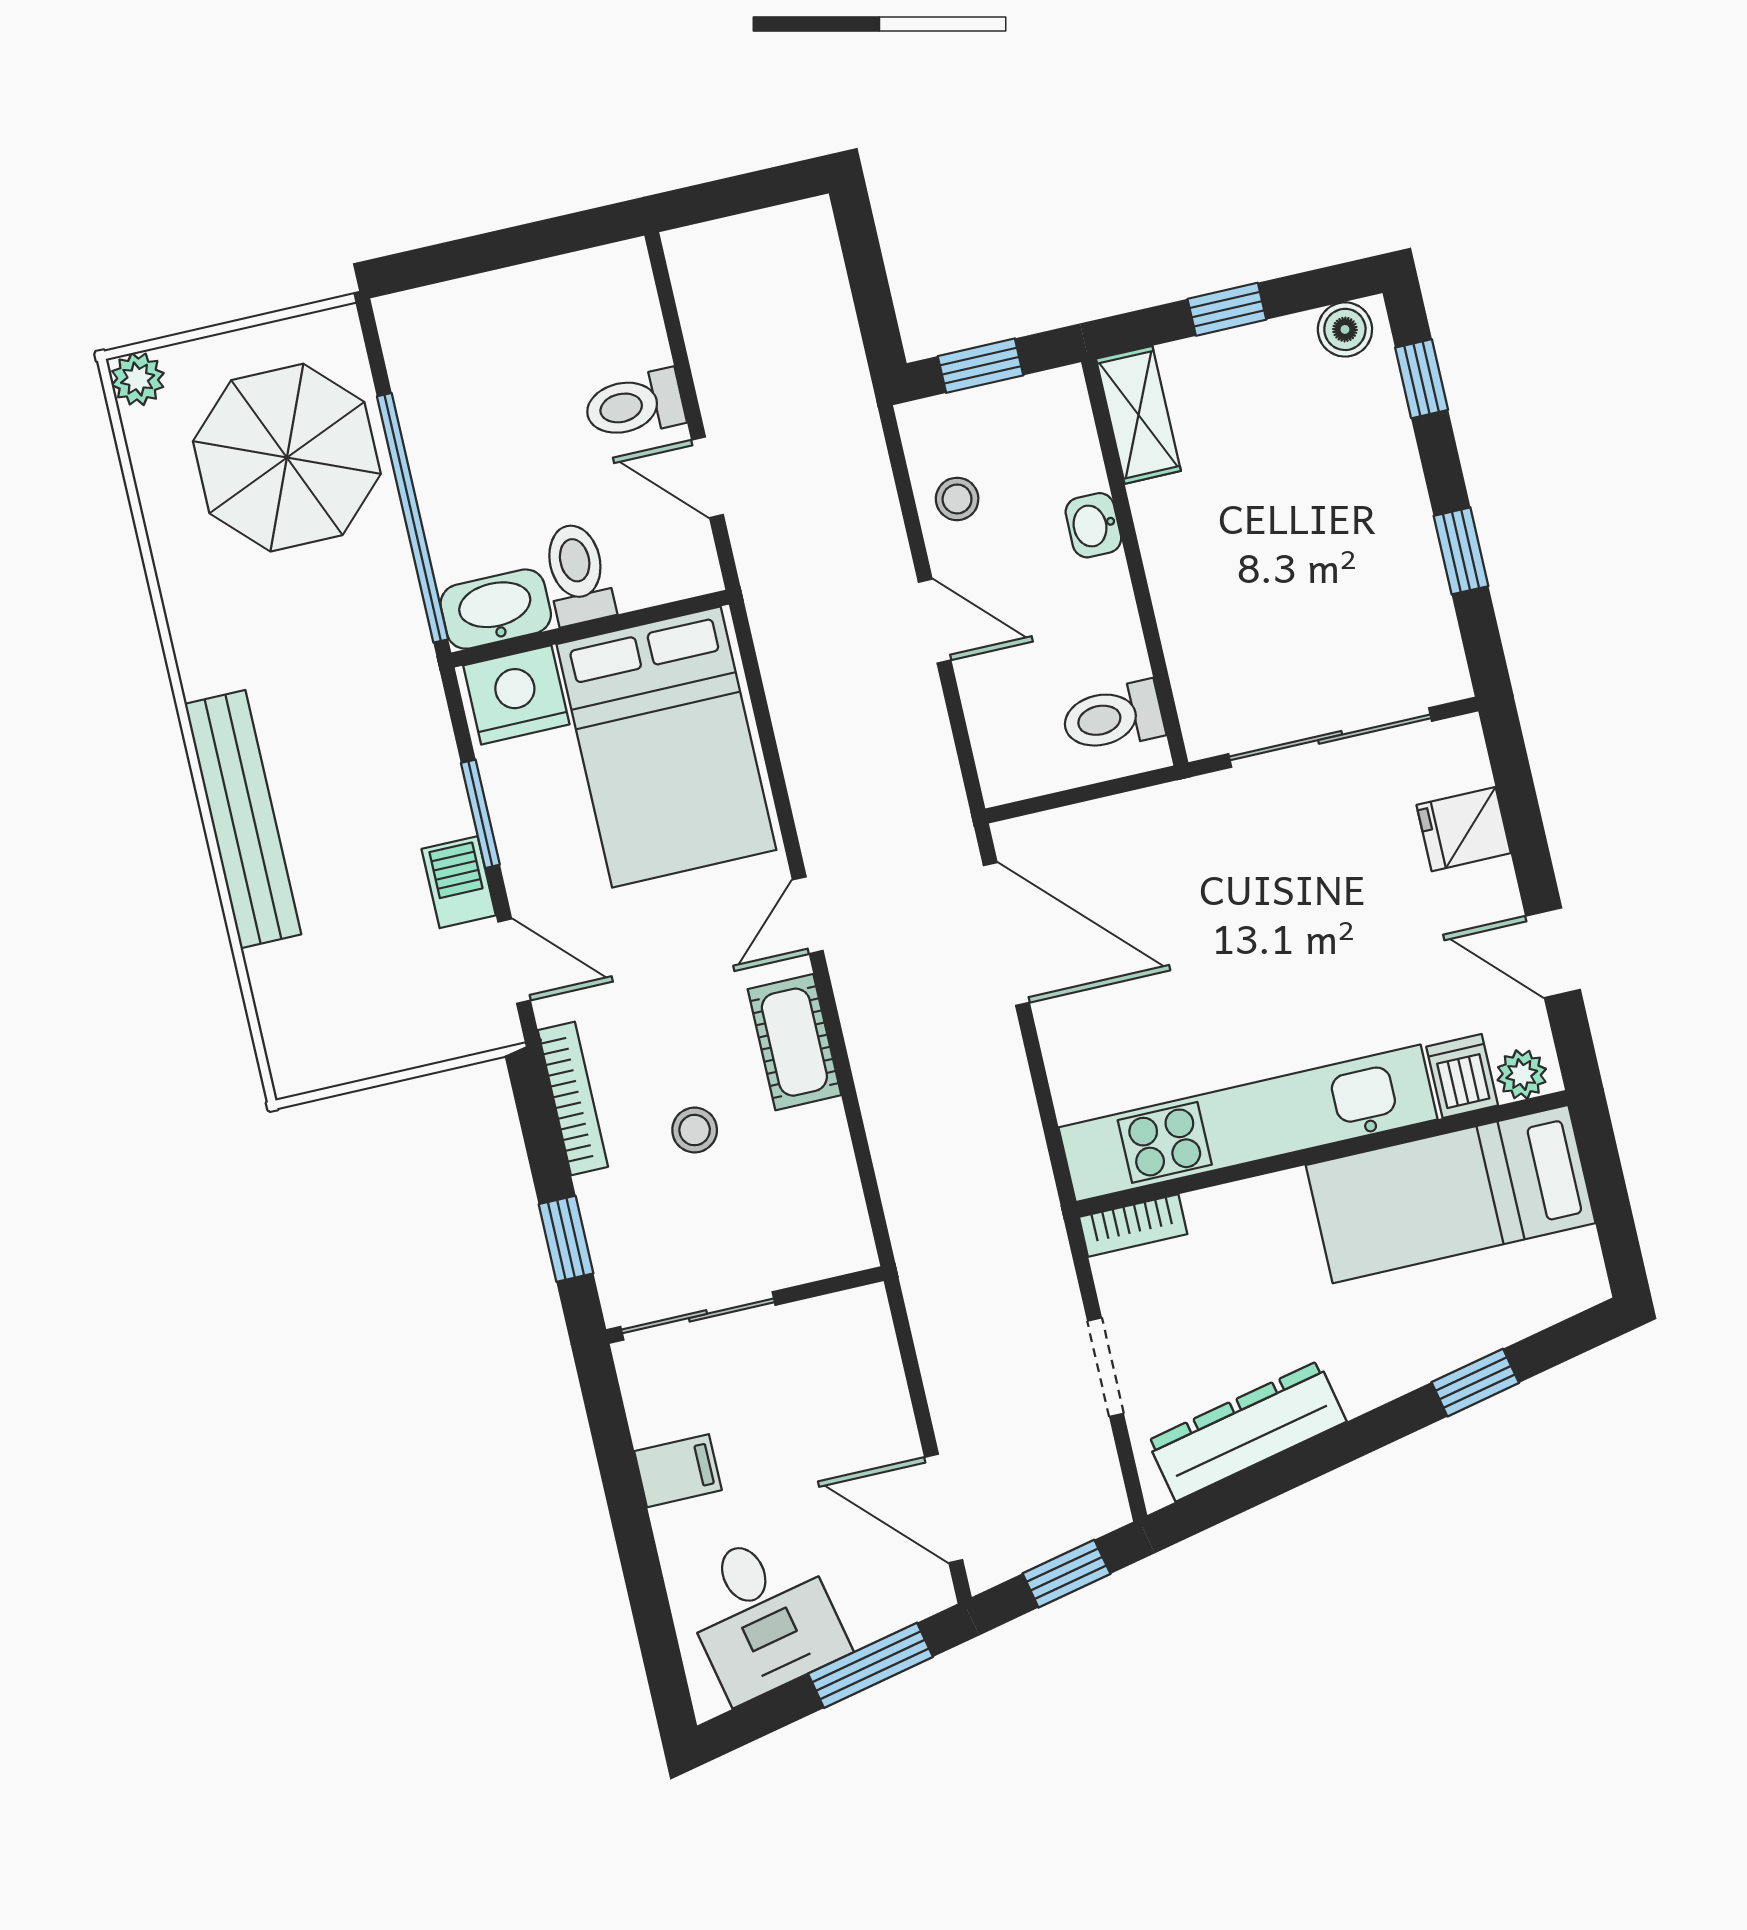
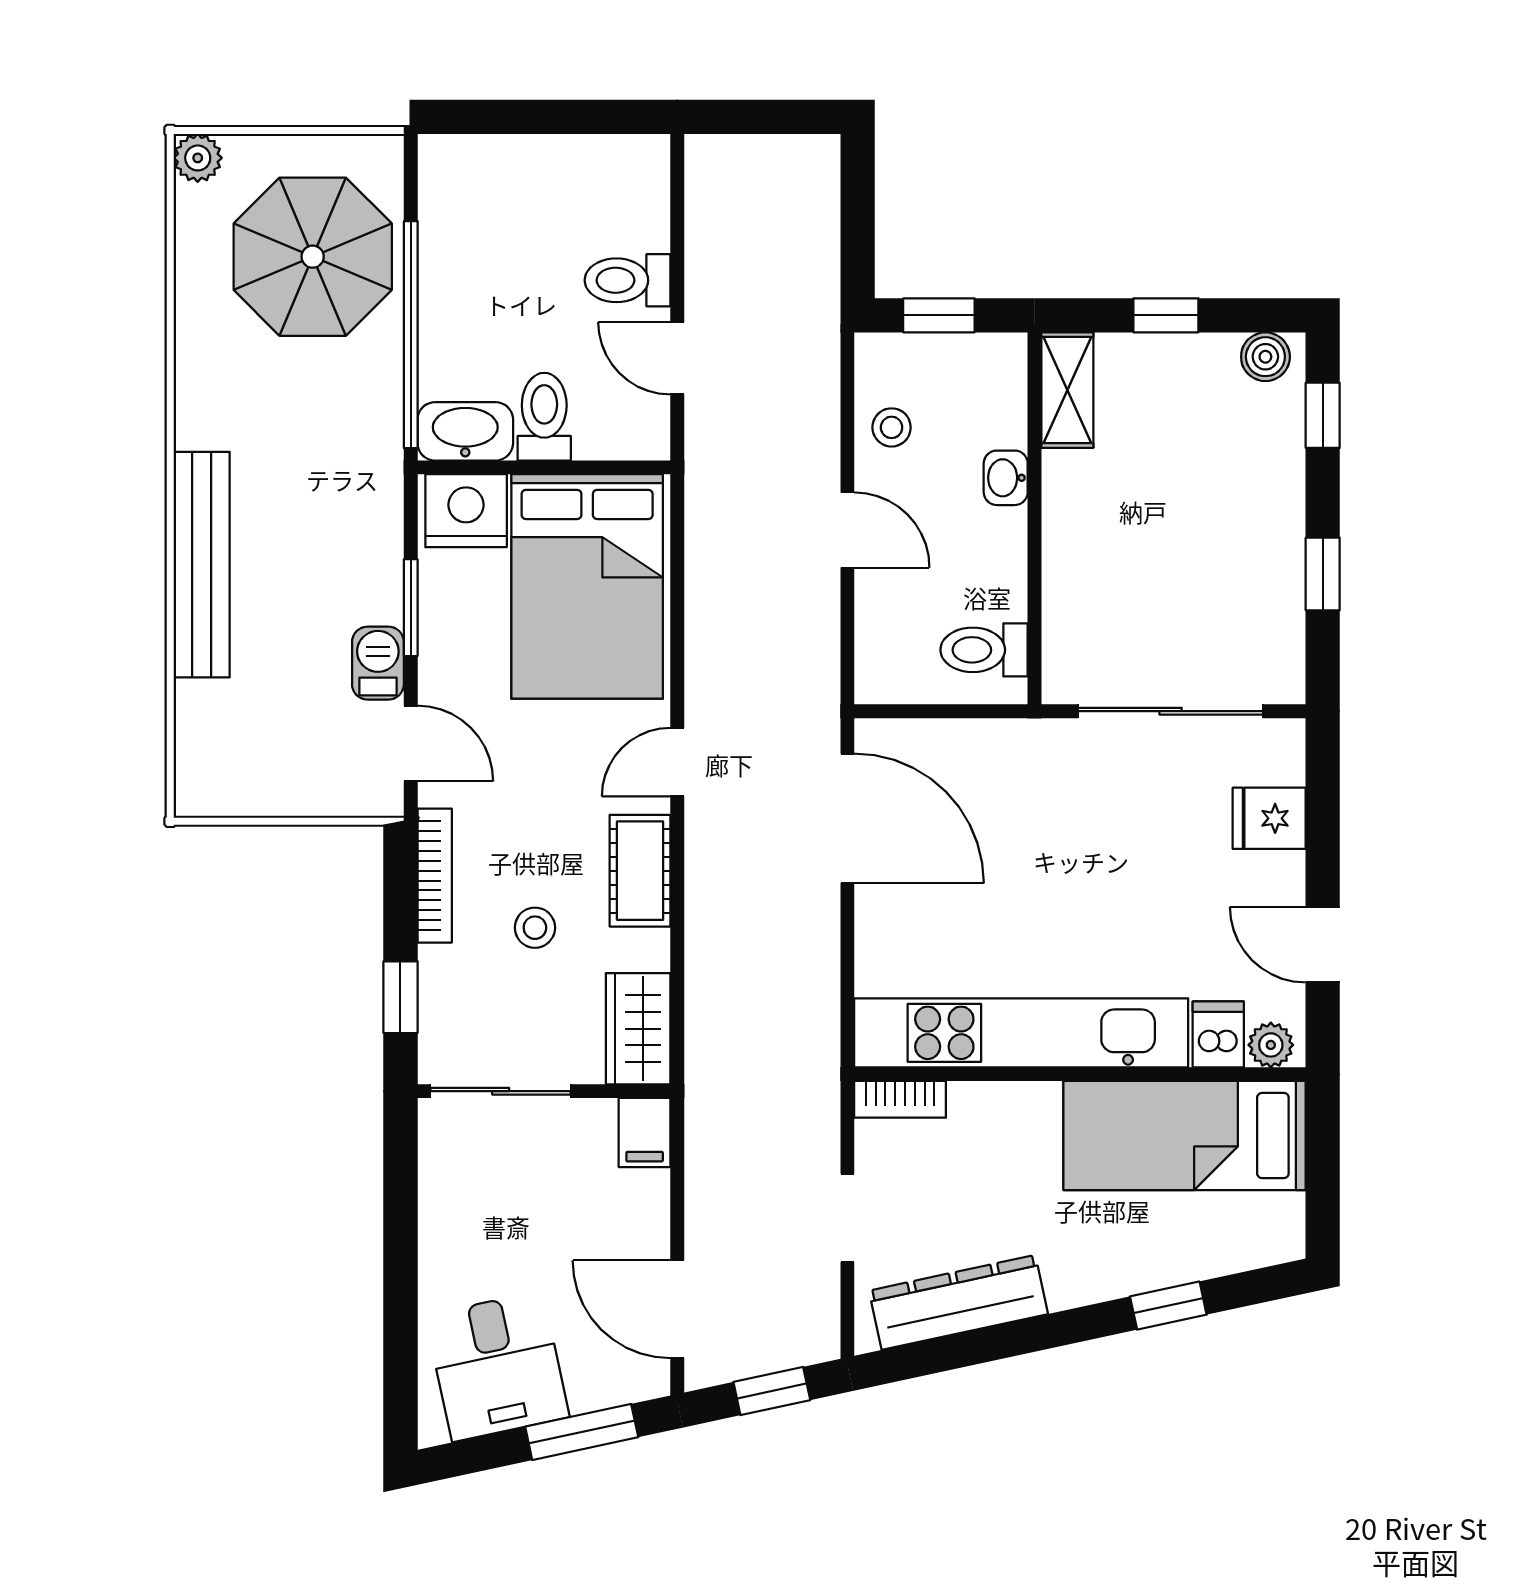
wardrobe: (832, 1214) -> (638, 1029), added
filing cabinet: (678, 1471) -> (645, 1132), moved, turned 90

